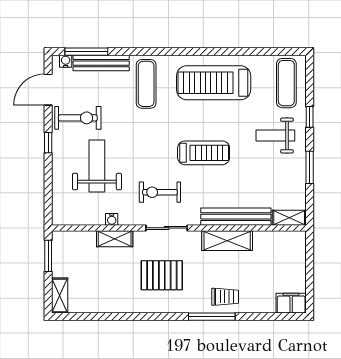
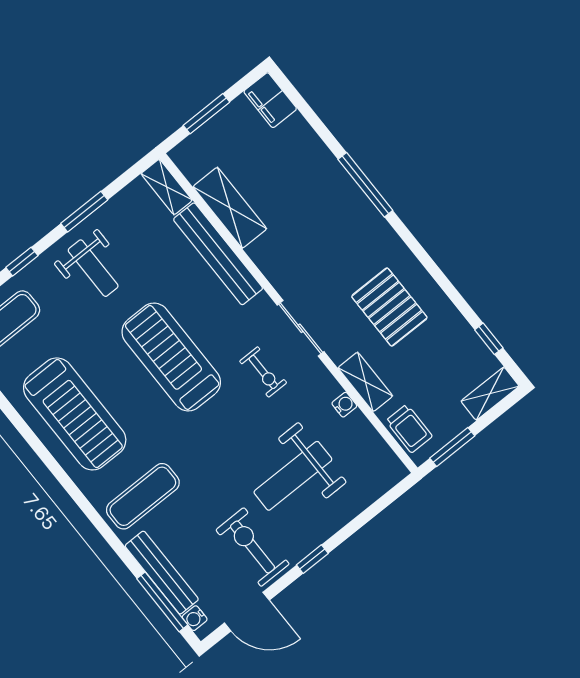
weight bench: (275, 136) -> (93, 268), moved
treadmill: (204, 153) -> (171, 357), width x1.37, depth x1.37
exercise bike: (160, 192) -> (263, 372), width x0.73, depth x0.72
shelving: (227, 241) -> (230, 208), moved
window: (310, 266) -> (206, 114), added
pallet: (162, 275) -> (389, 307), moved
trolley: (225, 297) -> (409, 429), moved, turned 180
window: (87, 317) -> (489, 339), added

